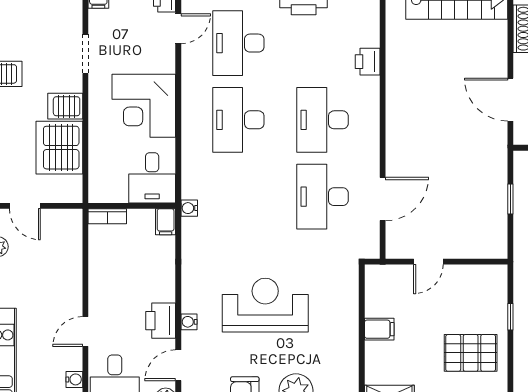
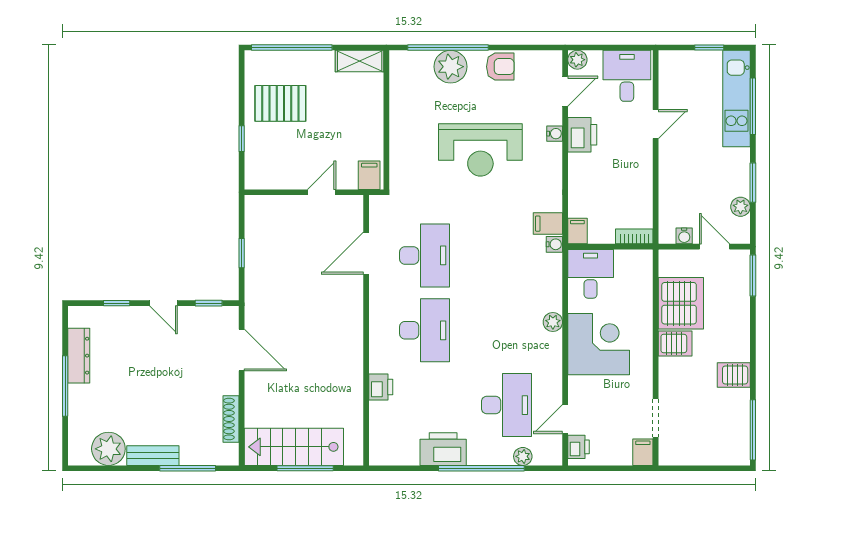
doorway: (85, 54) -> (656, 418), moved
desk: (238, 120) -> (507, 330), removed
plant: (191, 128) -> (553, 322), added
filing cabinet: (196, 229) -> (548, 224), added
filing cabinet: (379, 329) -> (369, 175), moved, turned 90
water cooler: (74, 379) -> (684, 236), moved, turned -90

